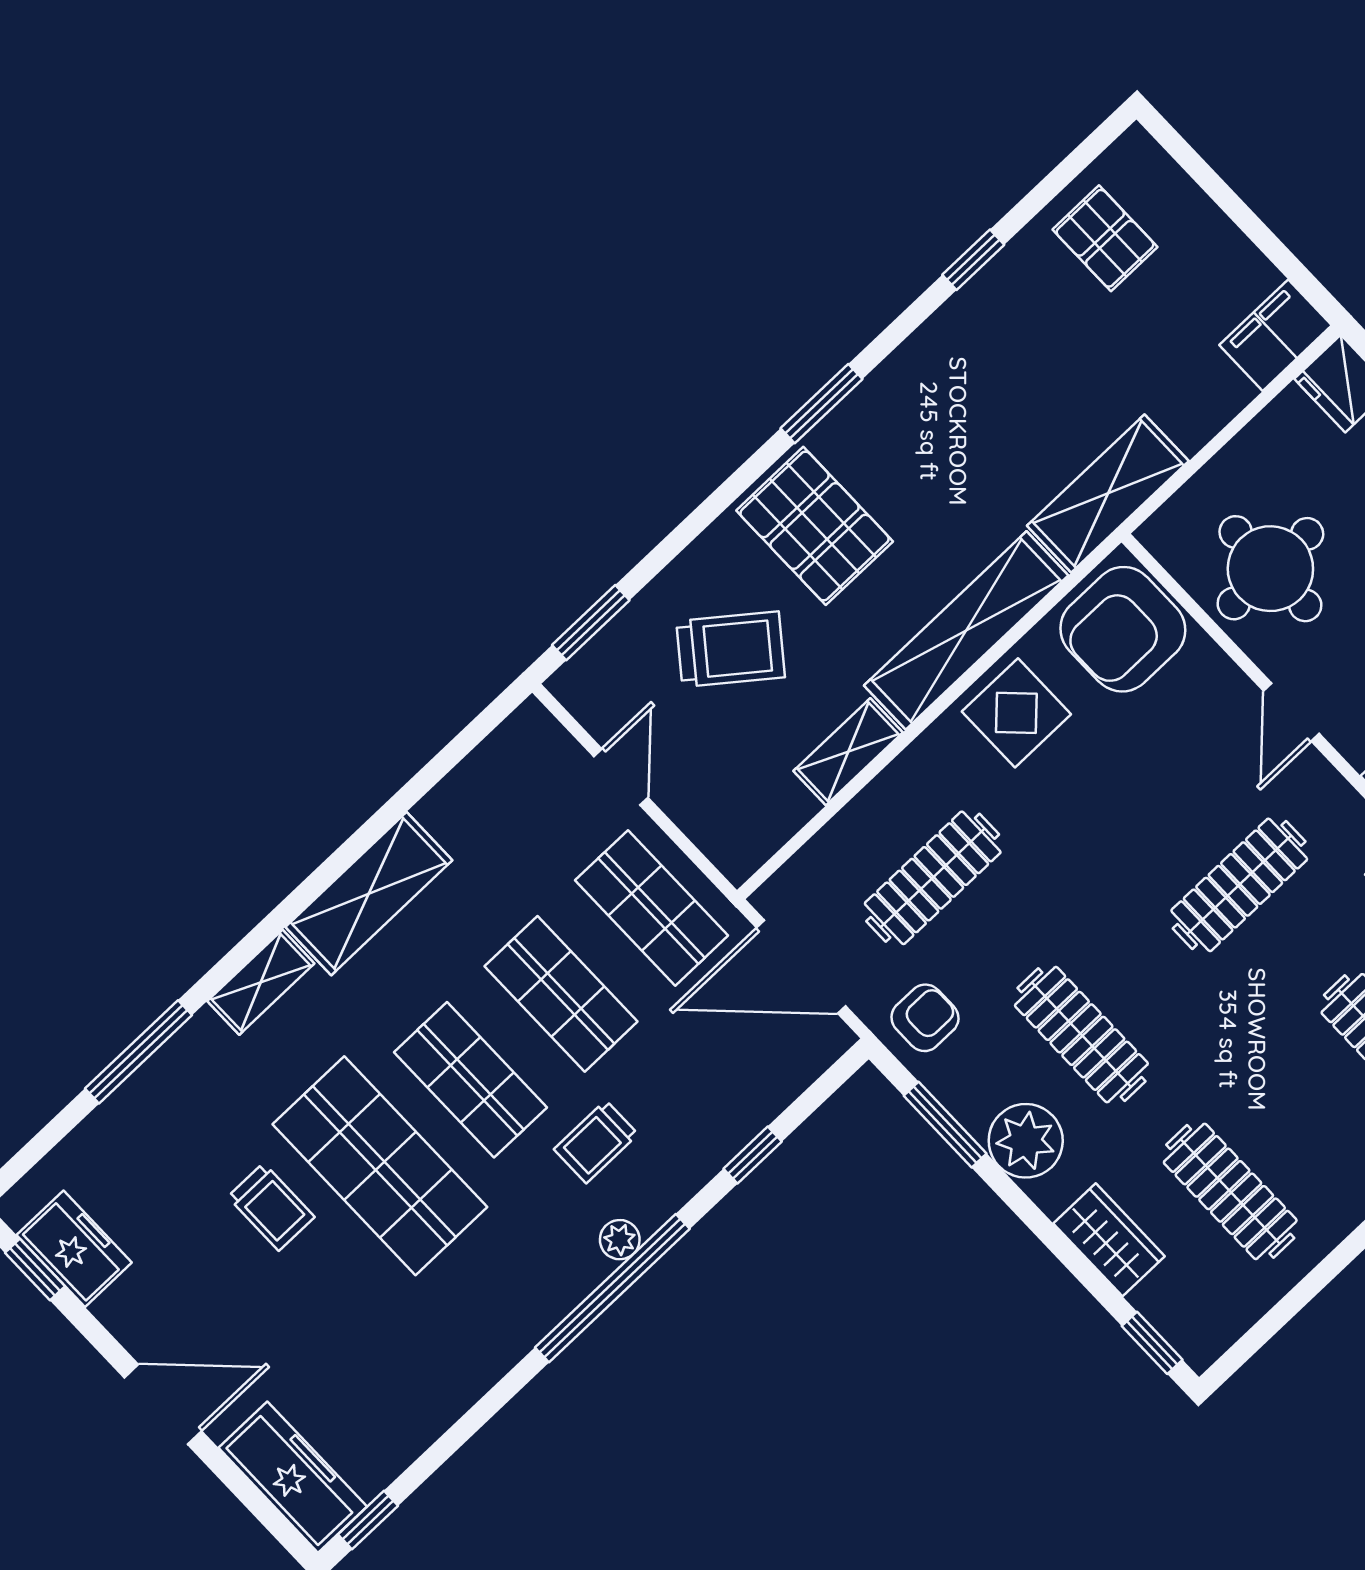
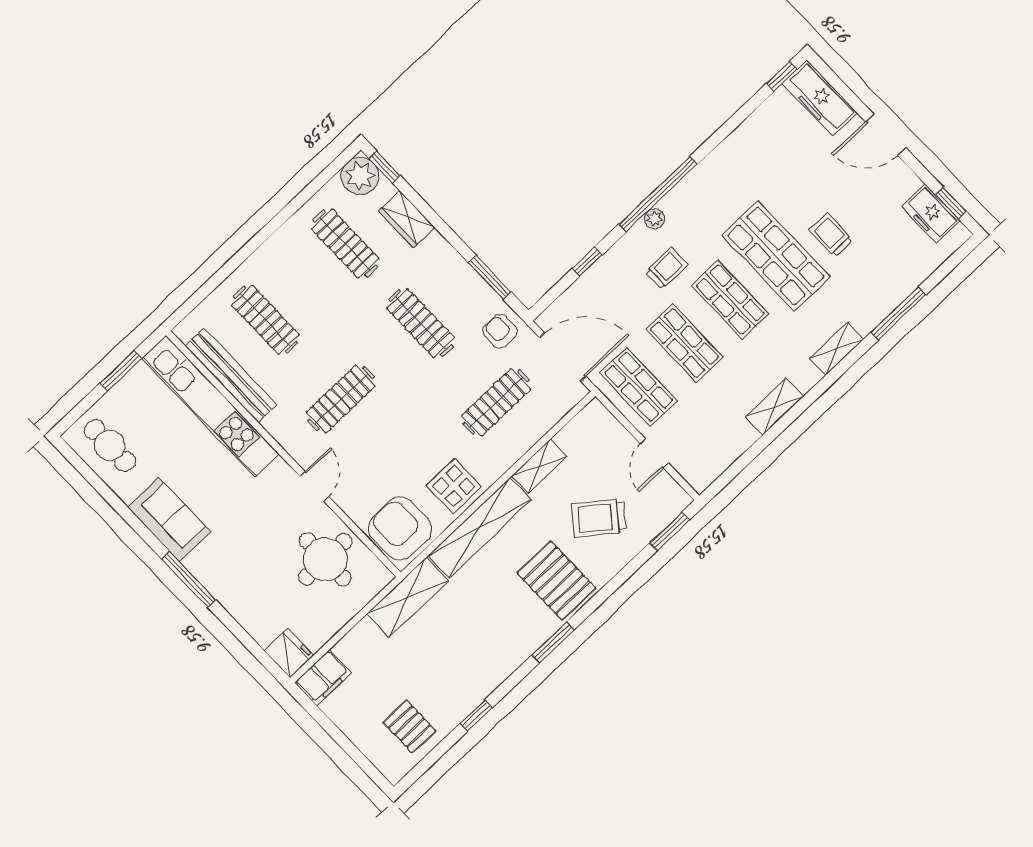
armchair: (1123, 629) -> (400, 528), turned -90
shelving: (369, 894) -> (775, 407), width x0.67, depth x0.75
armchair: (925, 1018) -> (500, 331), turned 90
plant: (1026, 1141) -> (360, 176), moved

